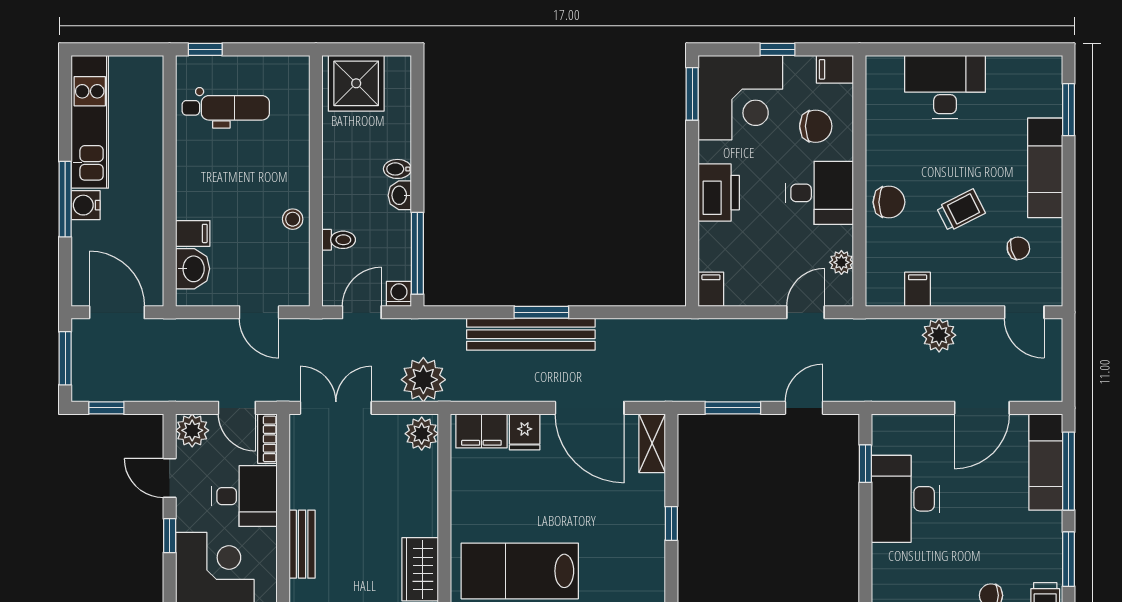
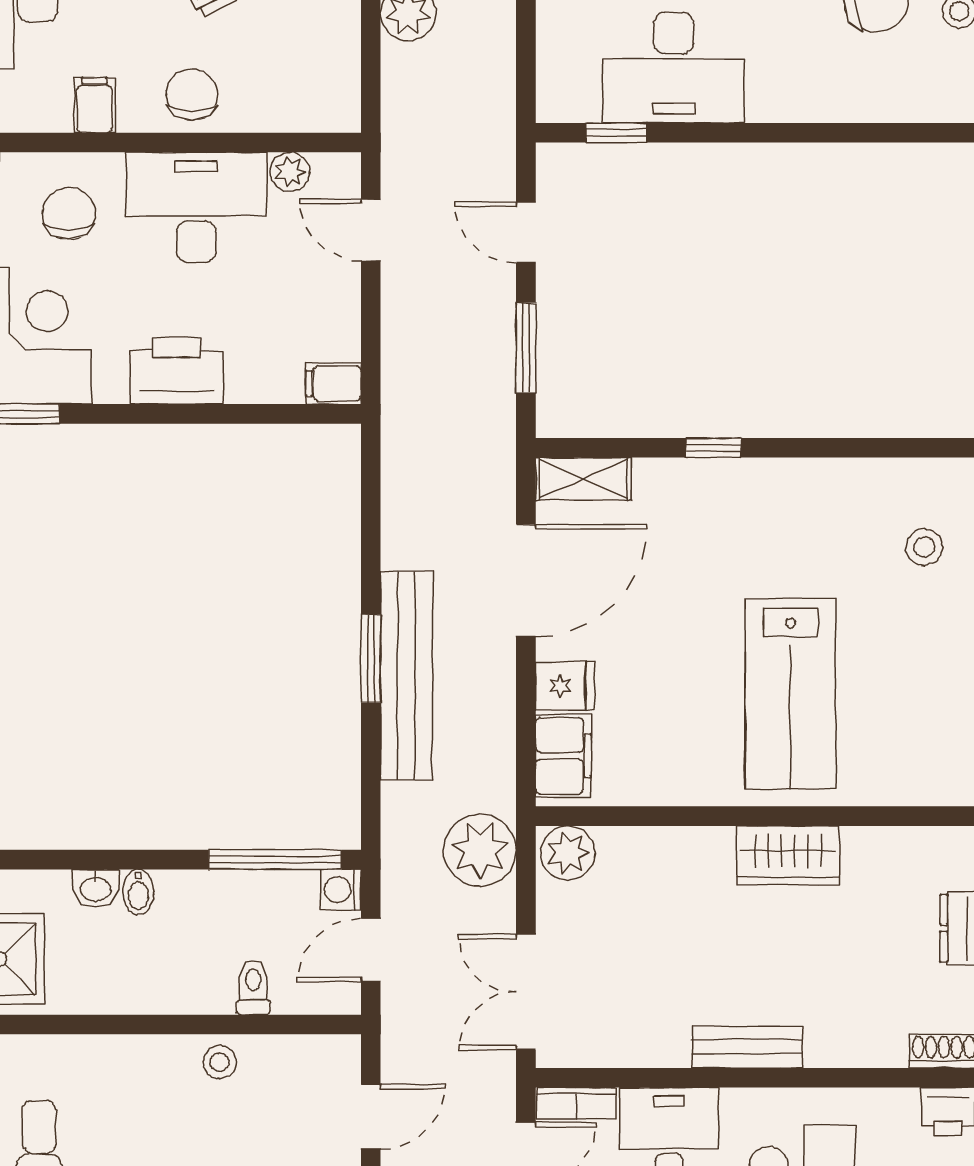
desk: (819, 193) -> (196, 207), width x1.37
washbasin: (400, 195) -> (96, 888), moved
filing cabinet: (918, 289) -> (94, 105), moved, turned 90
door: (362, 312) -> (371, 950), hinge flipped

